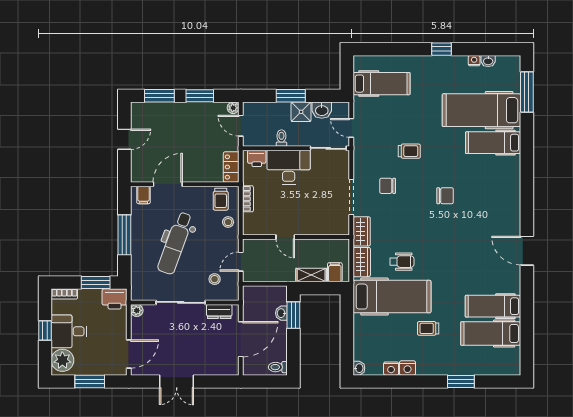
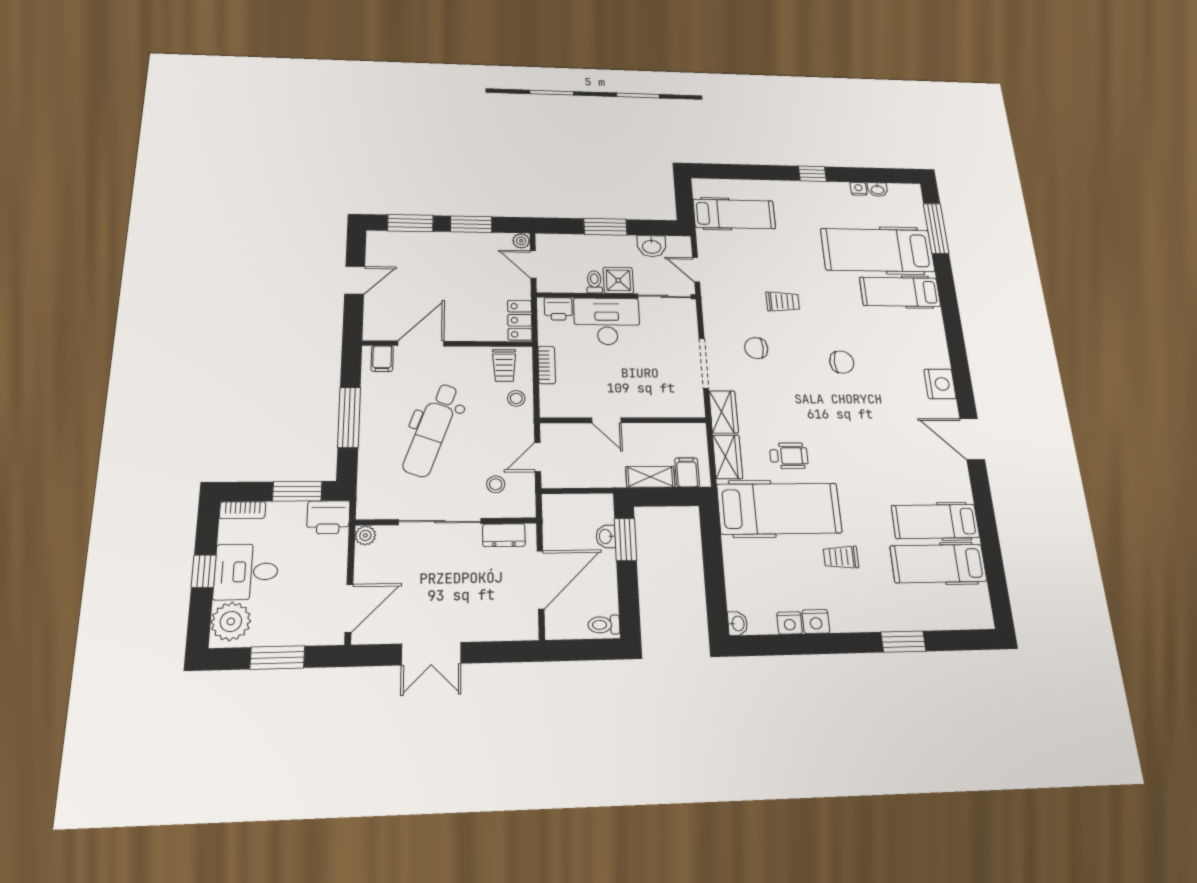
shower: (301, 112) -> (618, 280), moved
nightstand: (511, 211) -> (940, 384), added

